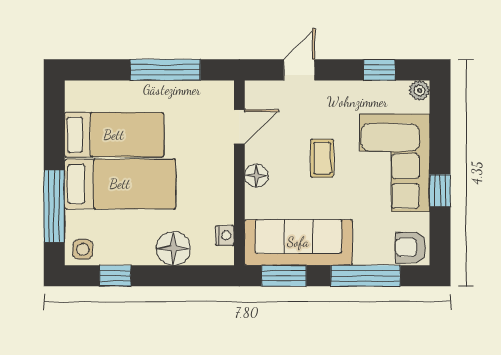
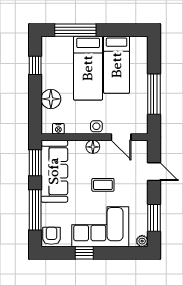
window: (379, 70) -> (154, 218), width x1.50
side table: (83, 249) -> (96, 126), moved

